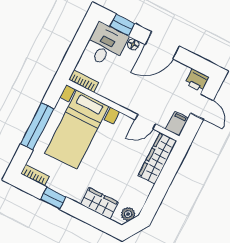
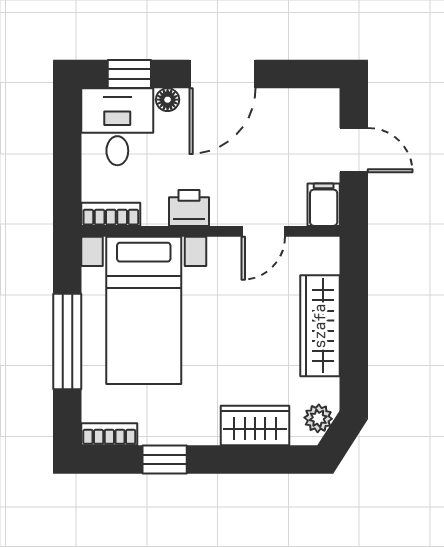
printer: (197, 80) -> (189, 208), moved, turned 180
wardrobe: (158, 158) -> (320, 326), moved

